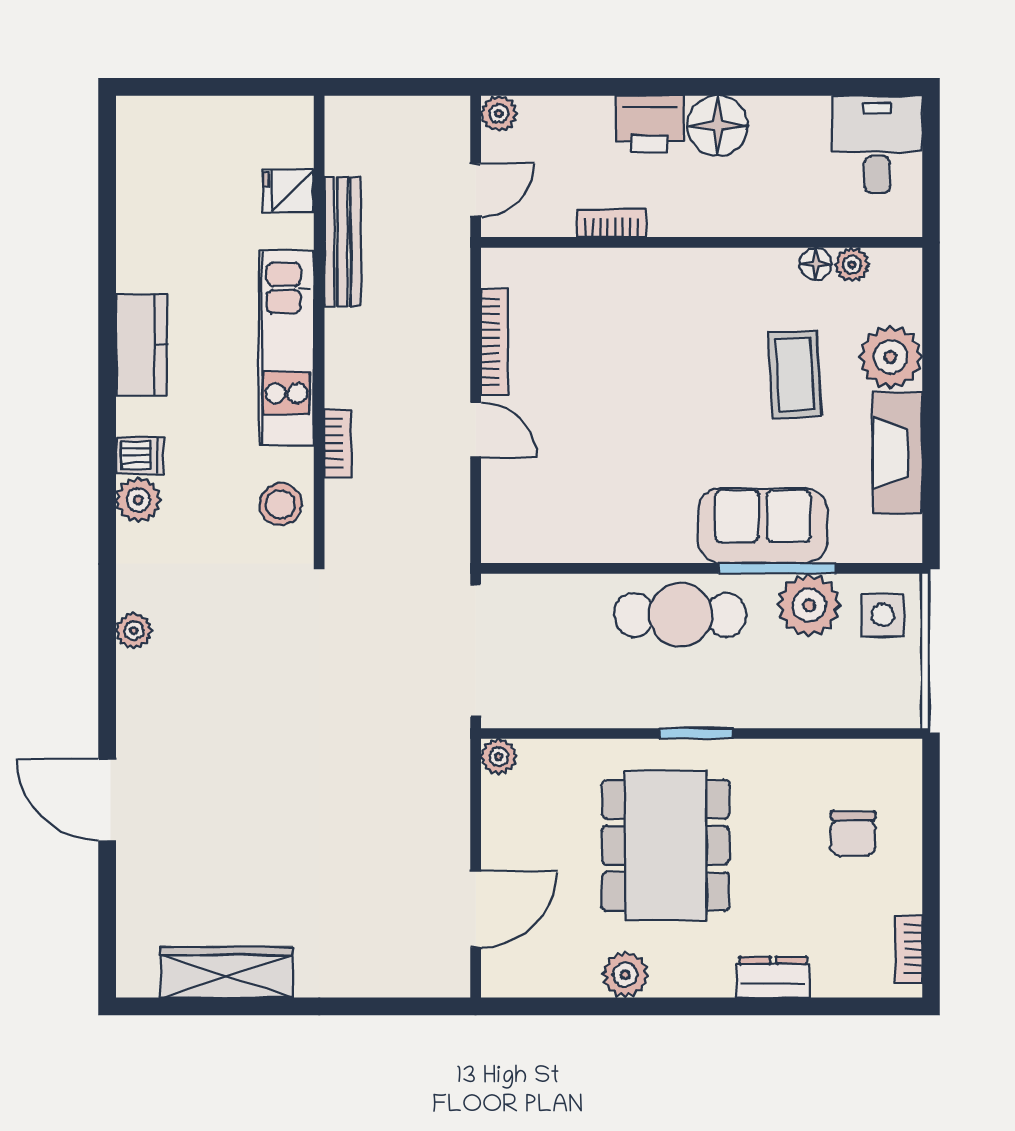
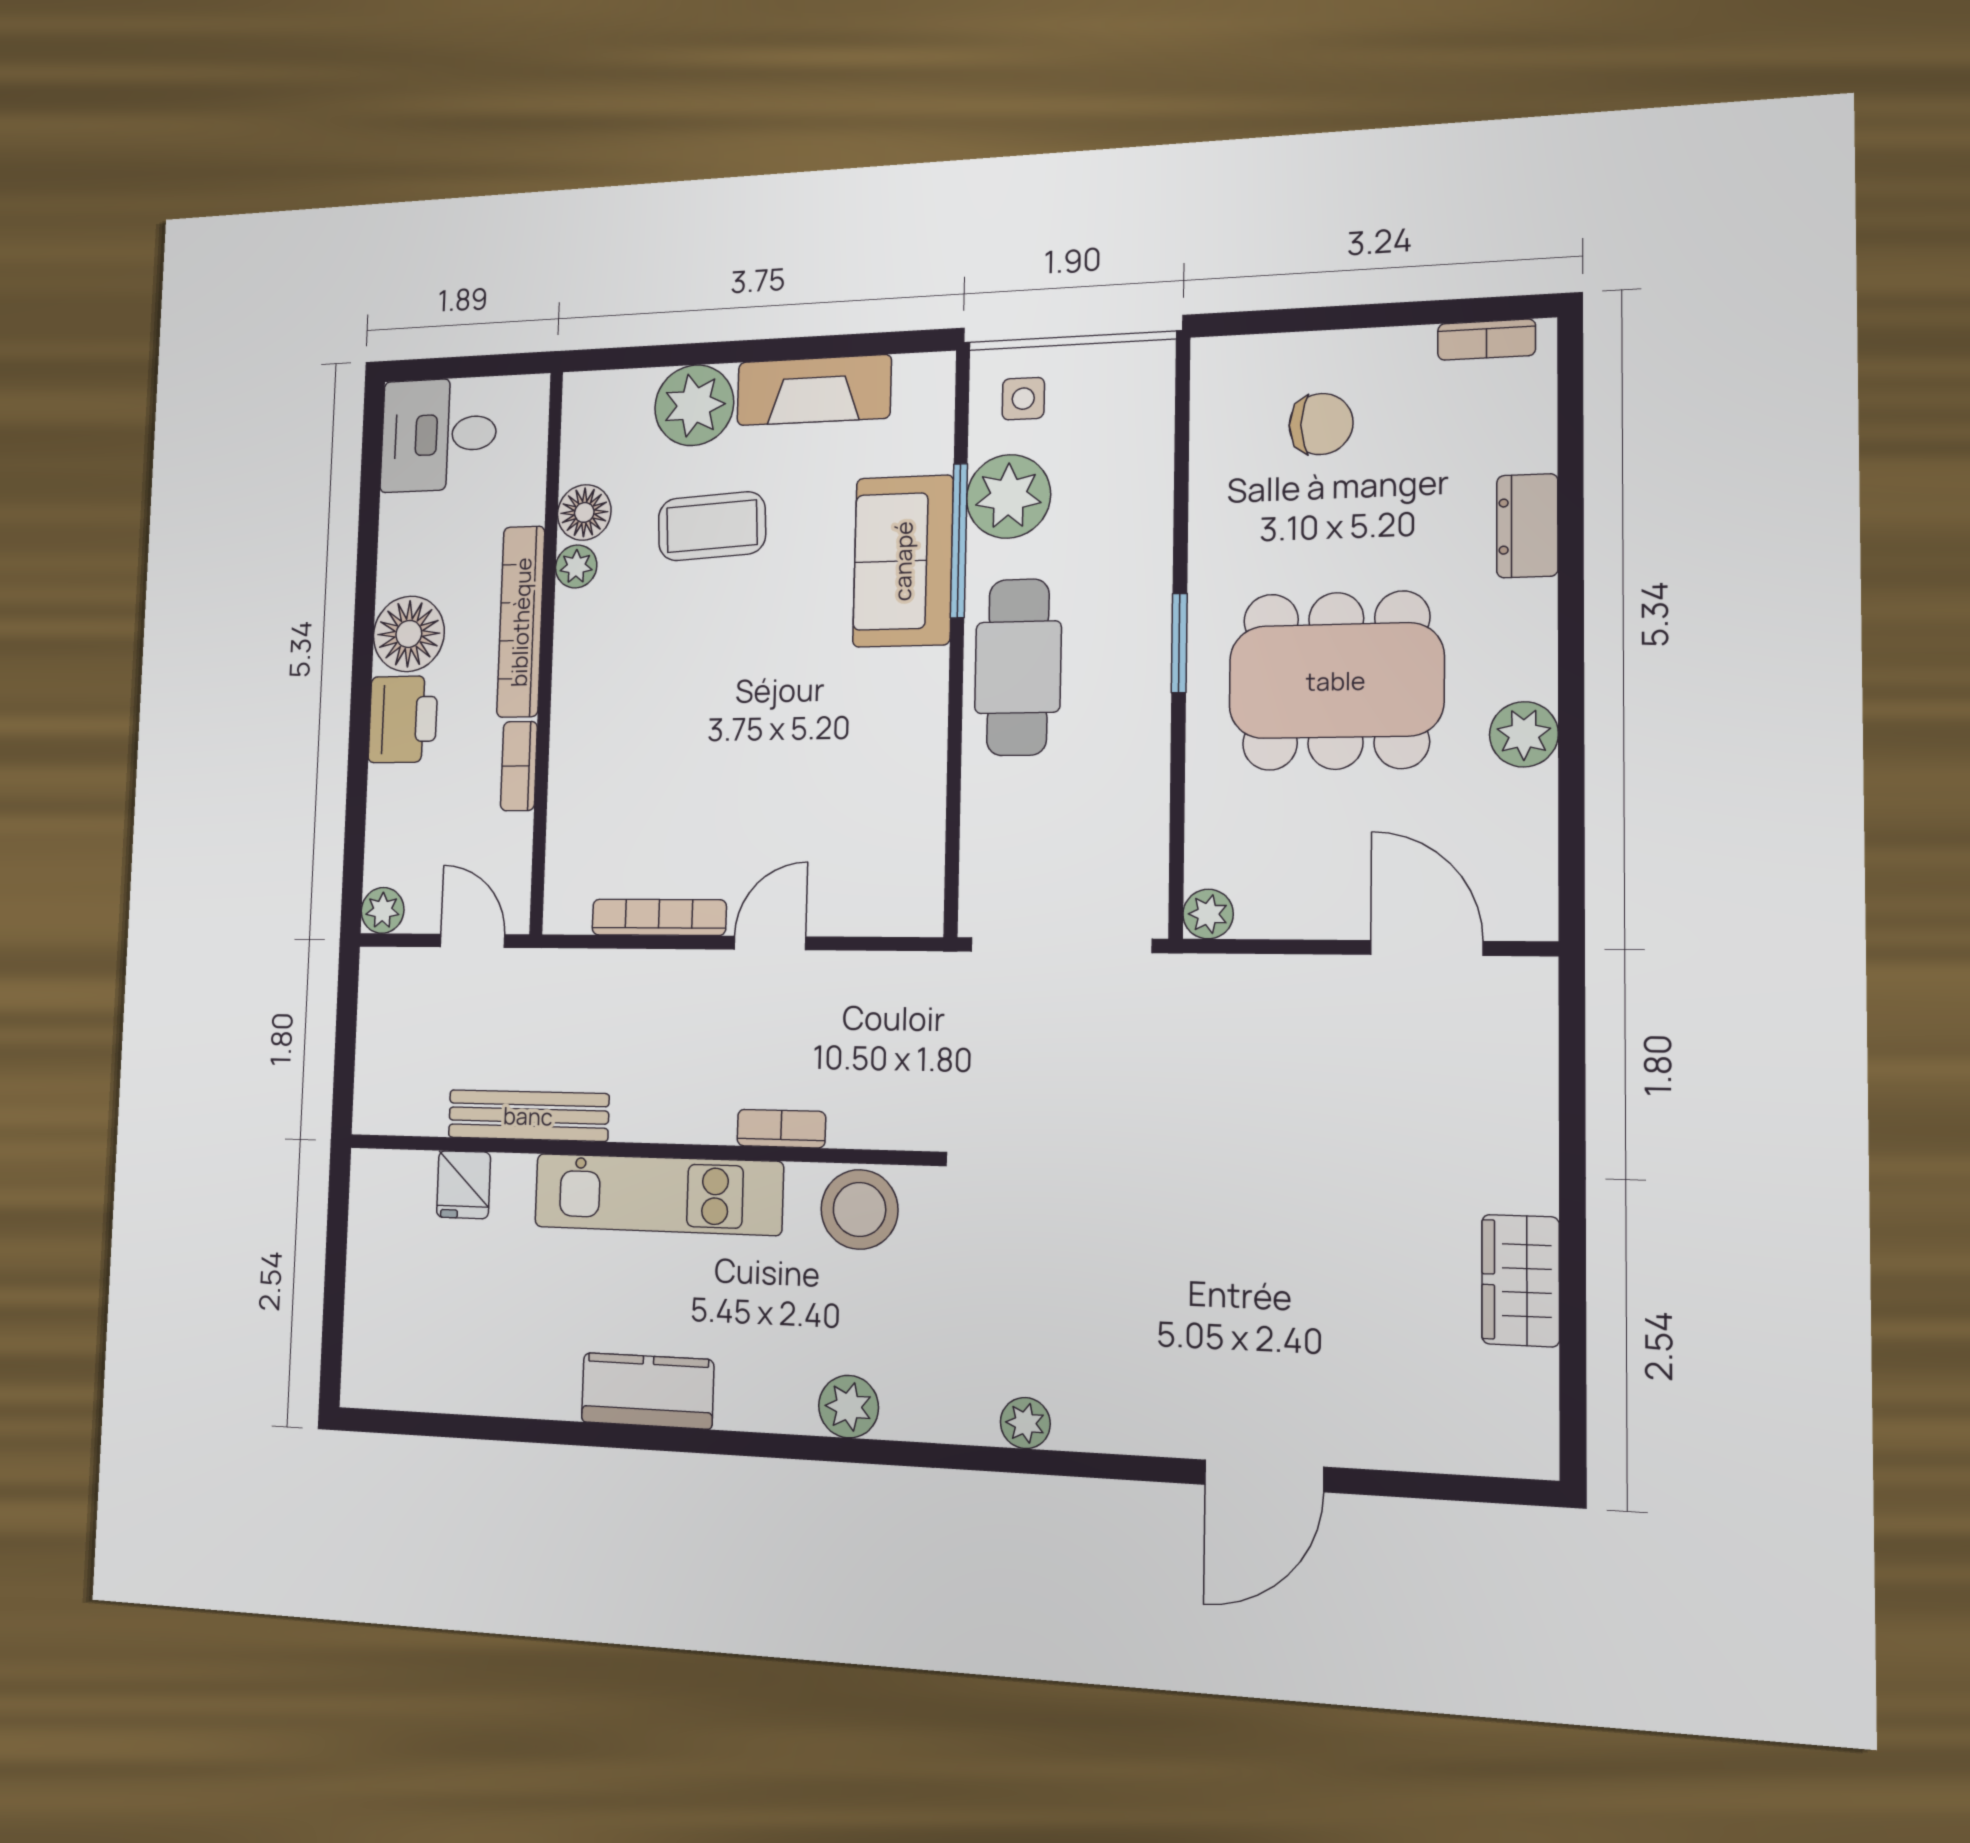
bookcase: (725, 220) -> (521, 622), added
floor lamp: (816, 264) -> (584, 512), width x1.37, depth x1.37
plant: (852, 265) -> (576, 566), moved
dishwasher: (140, 455) -> (790, 1401), removed
stool: (281, 504) -> (859, 1209), width x1.38, depth x1.38
side table: (883, 615) -> (1023, 399), width x0.73, depth x0.73
wardrobe: (227, 972) -> (1521, 1280), width x0.67

